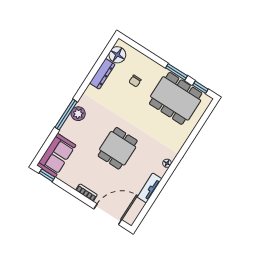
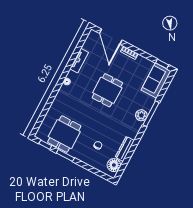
dining table: (176, 98) -> (64, 134), width x0.73
door: (108, 214) -> (111, 37), hinge flipped

